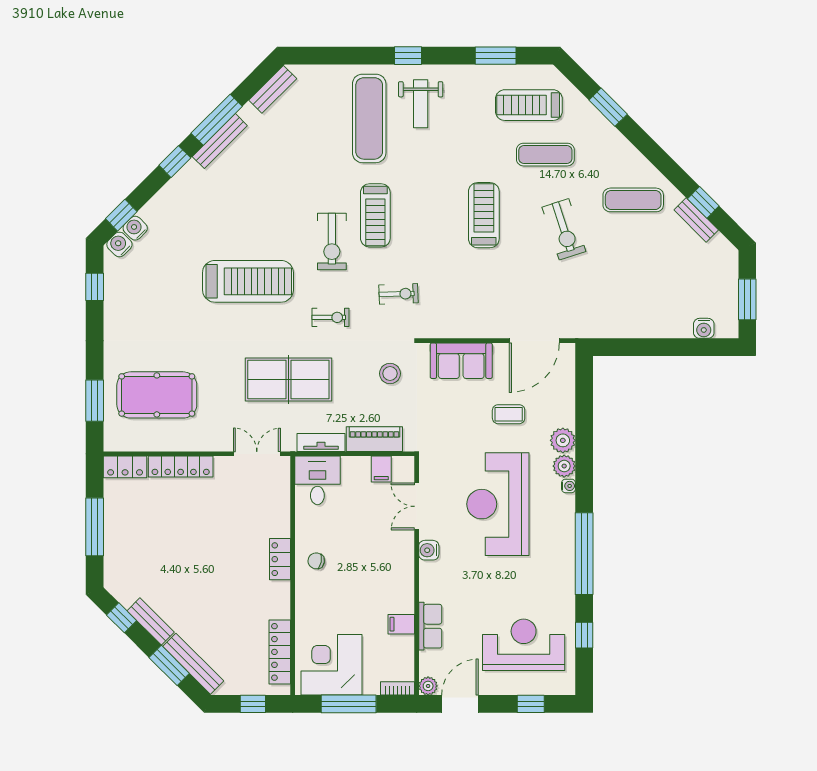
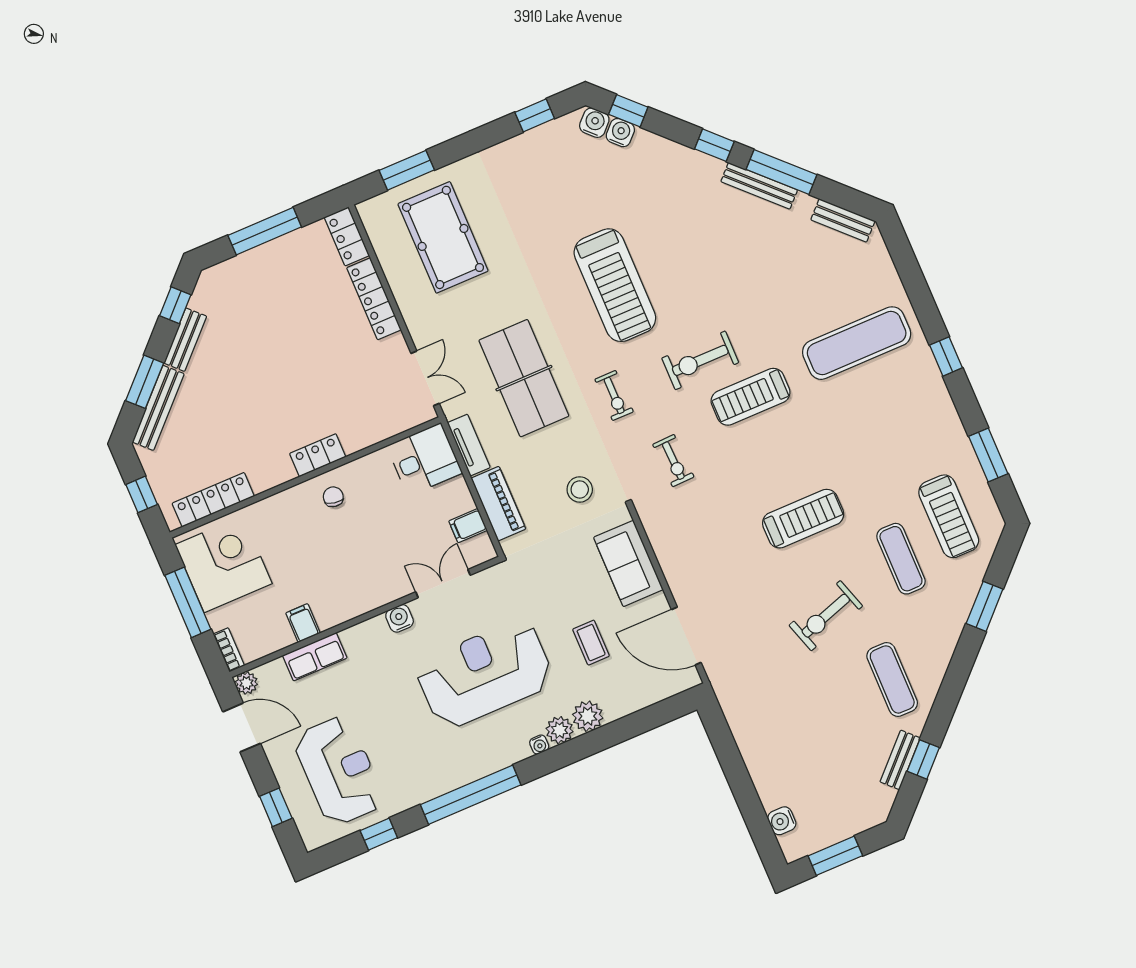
weight bench: (421, 104) -> (898, 394), removed
treadmill: (529, 105) -> (949, 516), turned 180

